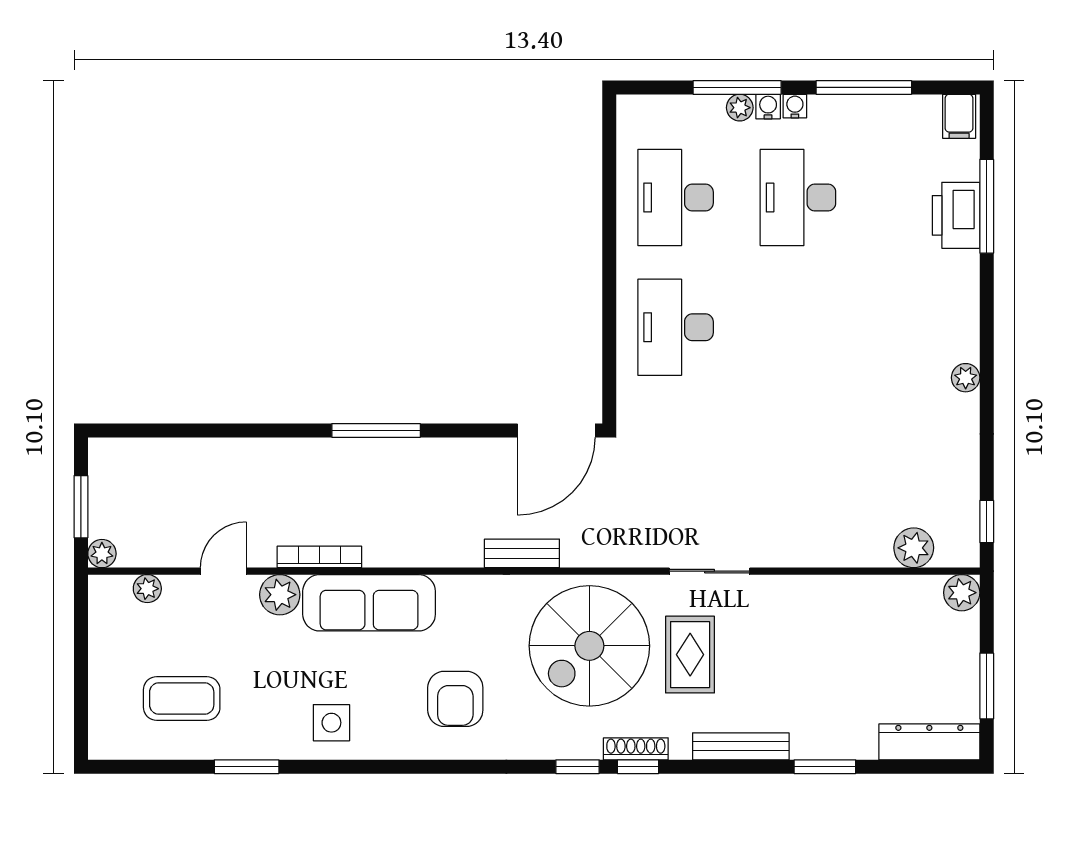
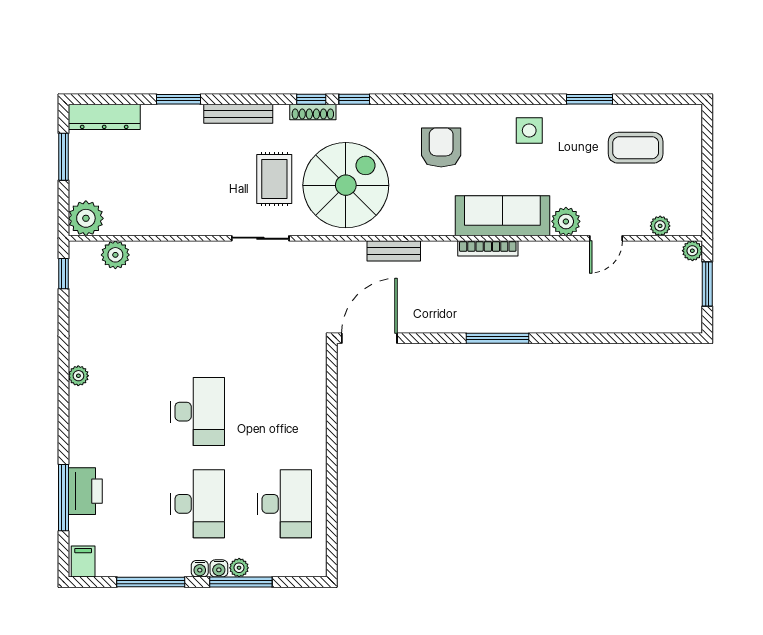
desk: (676, 327) -> (198, 412), moved
bookcase: (319, 557) -> (488, 248), moved
plant: (962, 593) -> (86, 218), width x1.36, depth x1.36

